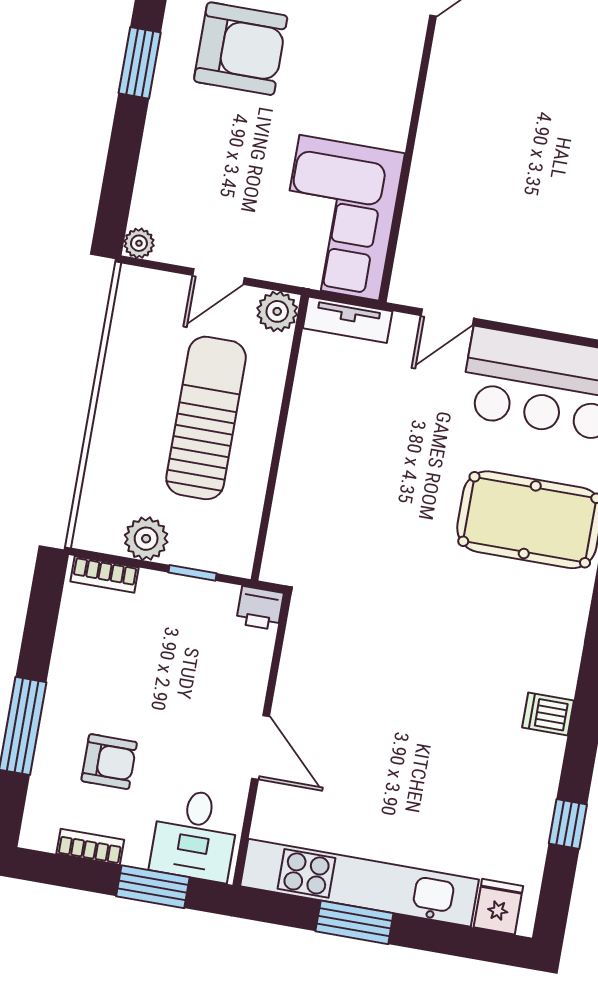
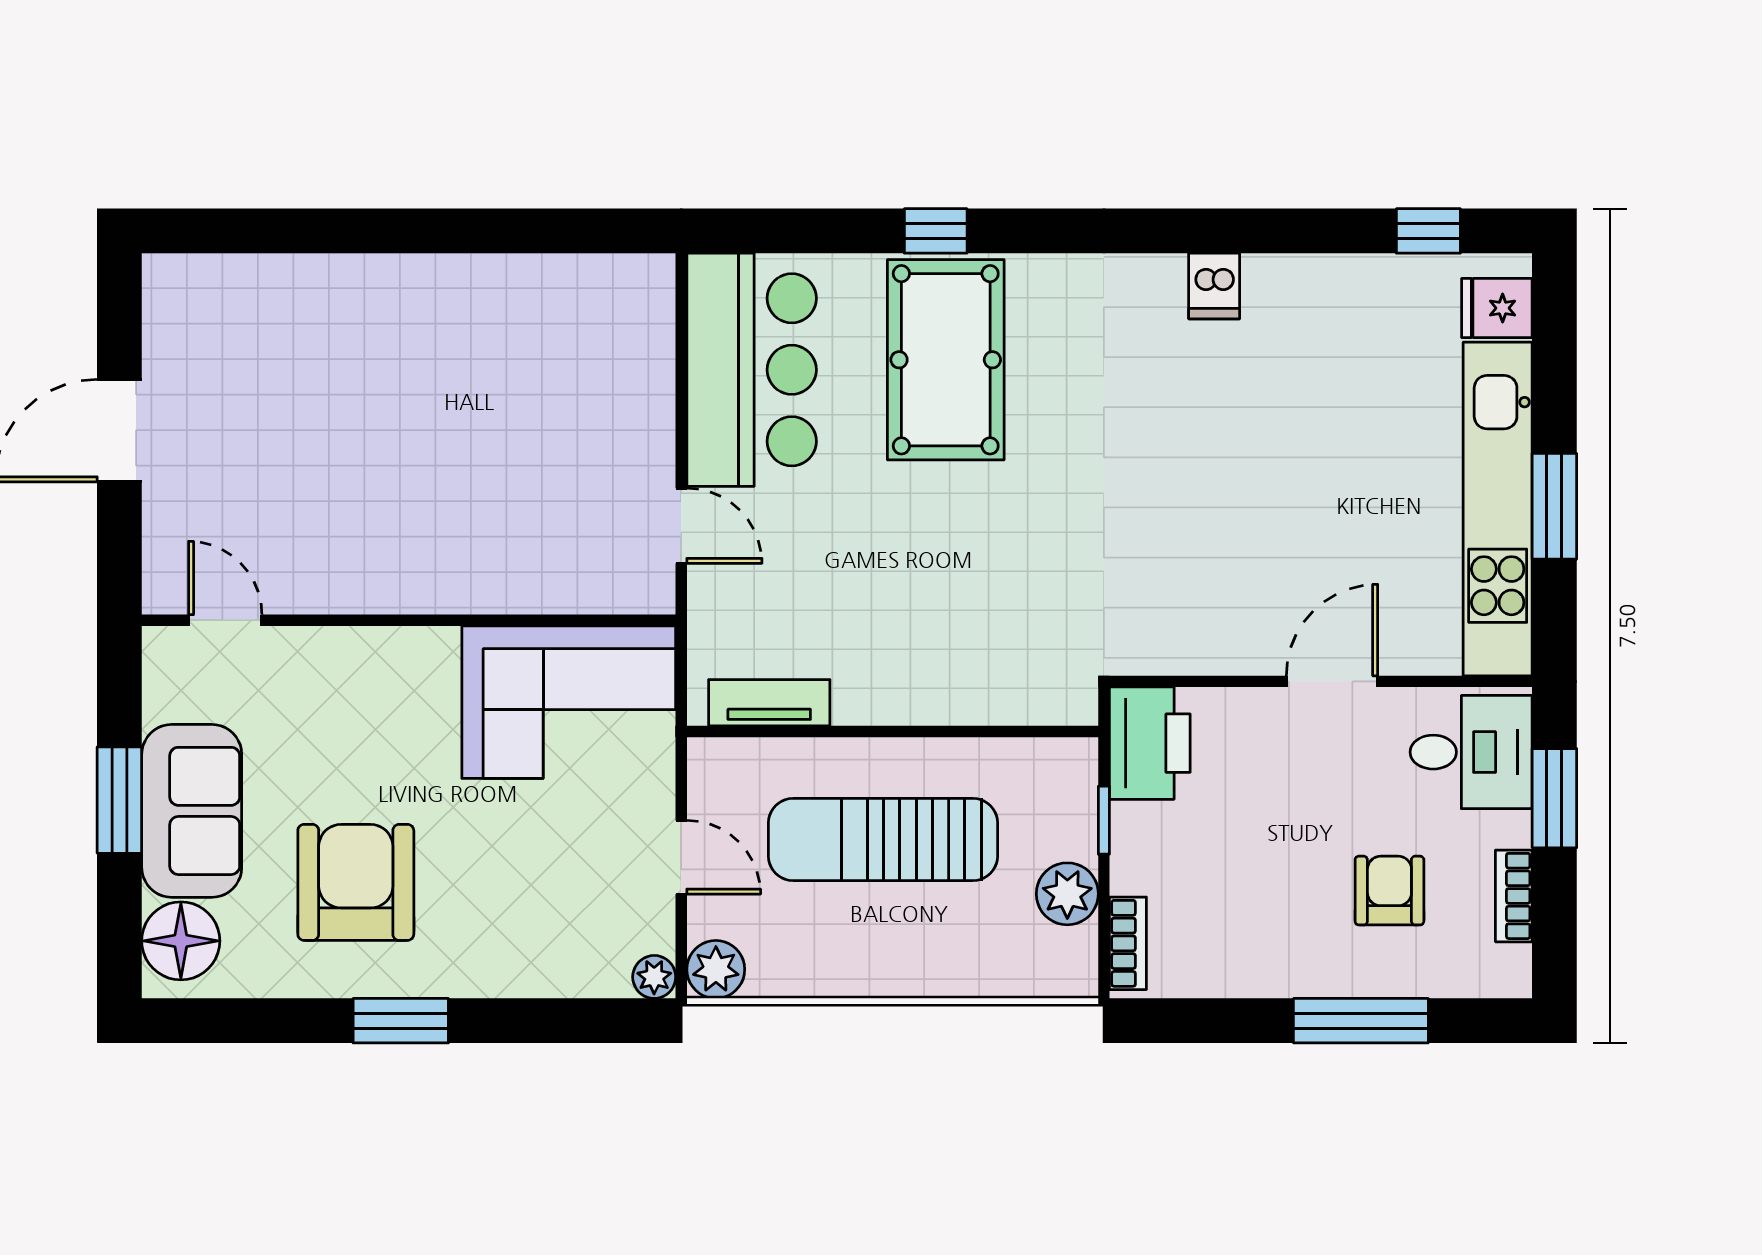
plant: (277, 311) -> (716, 969), moved
tv unit: (348, 320) -> (769, 703), moved, turned -90
printer: (260, 608) -> (1150, 743), width x1.87, depth x1.48
window: (568, 824) -> (1428, 231), moved

